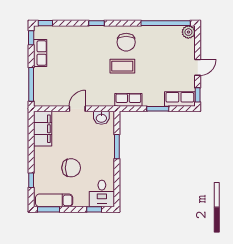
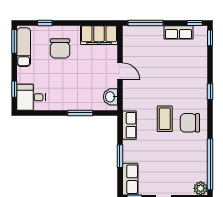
chair: (71, 168) -> (60, 48), moved

